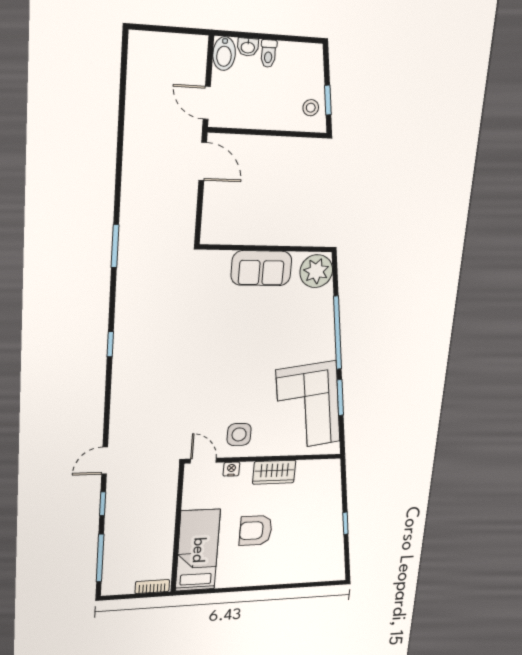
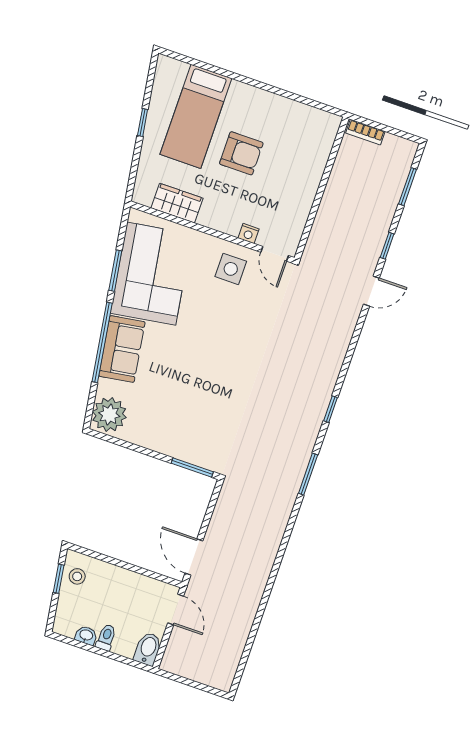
washbasin: (248, 47) -> (86, 635), moved
window: (115, 246) -> (308, 474), moved
window: (227, 247) -> (192, 467), added
sofa: (261, 268) -> (122, 349), moved, turned 81
wardrobe: (274, 472) -> (177, 203), moved
bed: (198, 550) -> (196, 116), moved
window: (100, 558) -> (408, 187), width x0.69

